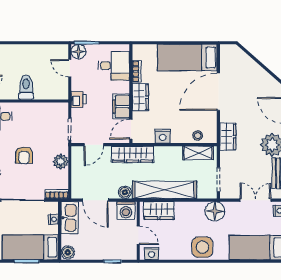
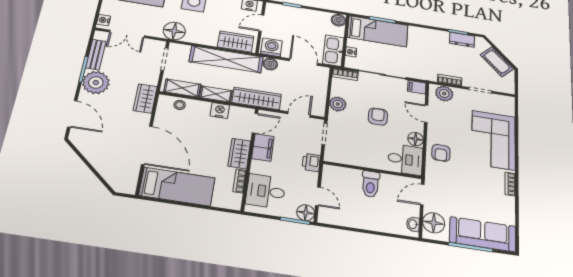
door: (218, 92) -> (147, 145), hinge flipped
shelving: (168, 152) -> (216, 94), added
door: (138, 235) -> (261, 23), hinge flipped

